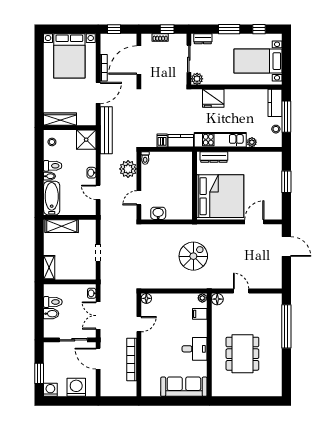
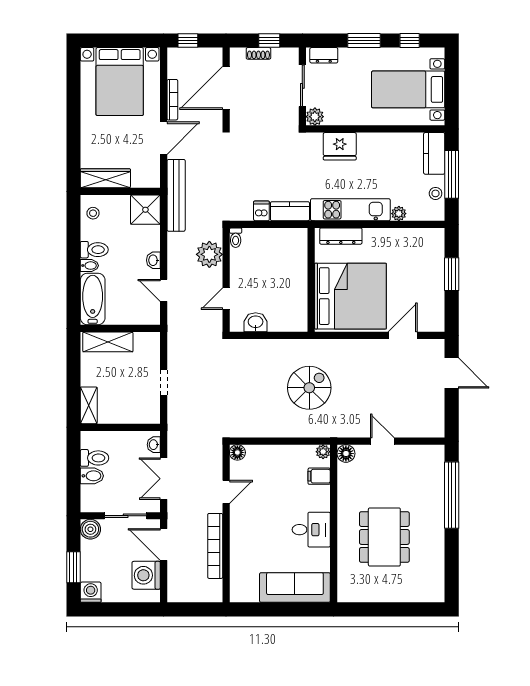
boiler: (50, 349) -> (90, 529), added
washing machine: (76, 387) -> (146, 575), moved, turned -90

